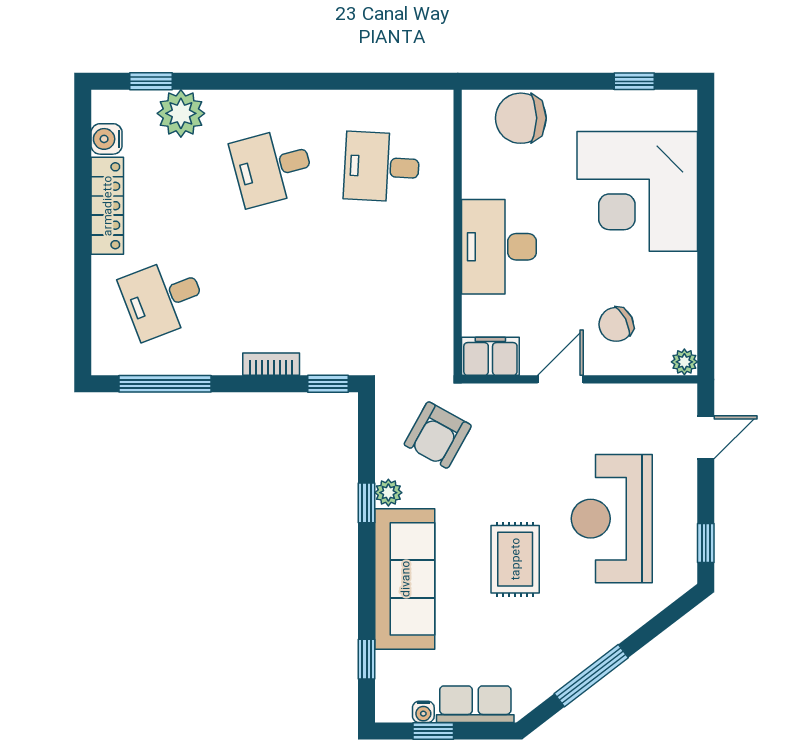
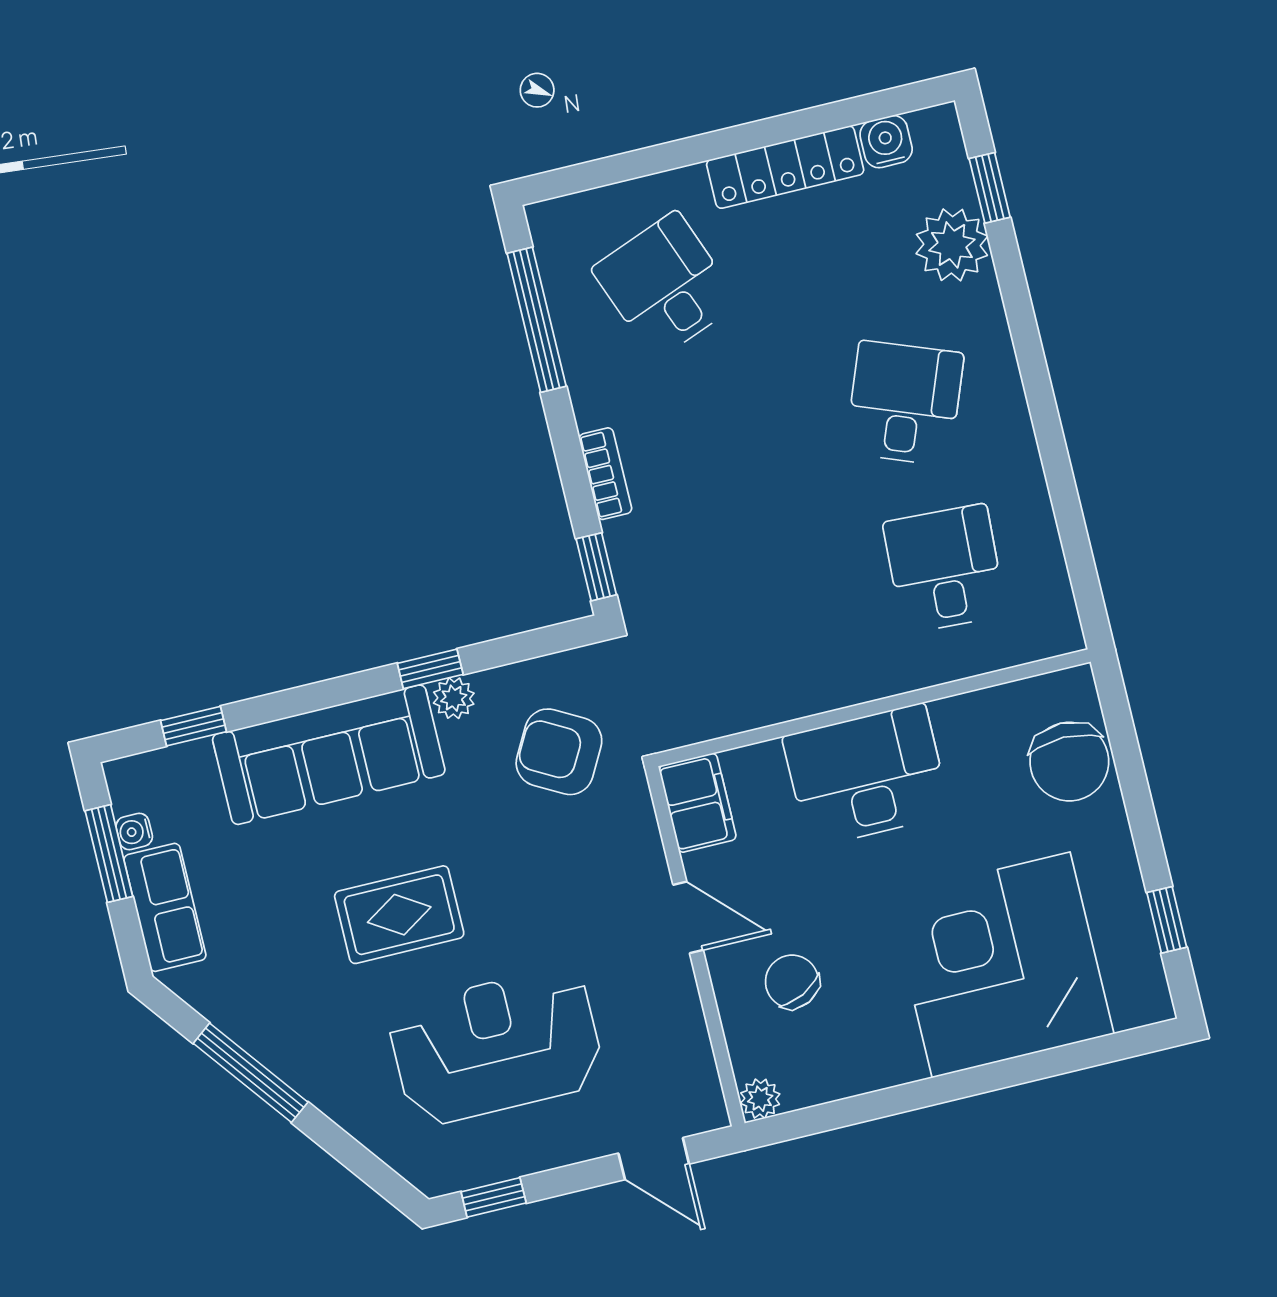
chair: (521, 118) -> (1069, 762), turned 180
desk: (272, 167) -> (905, 403), turned 36
window: (433, 731) -> (109, 854), width x1.50

